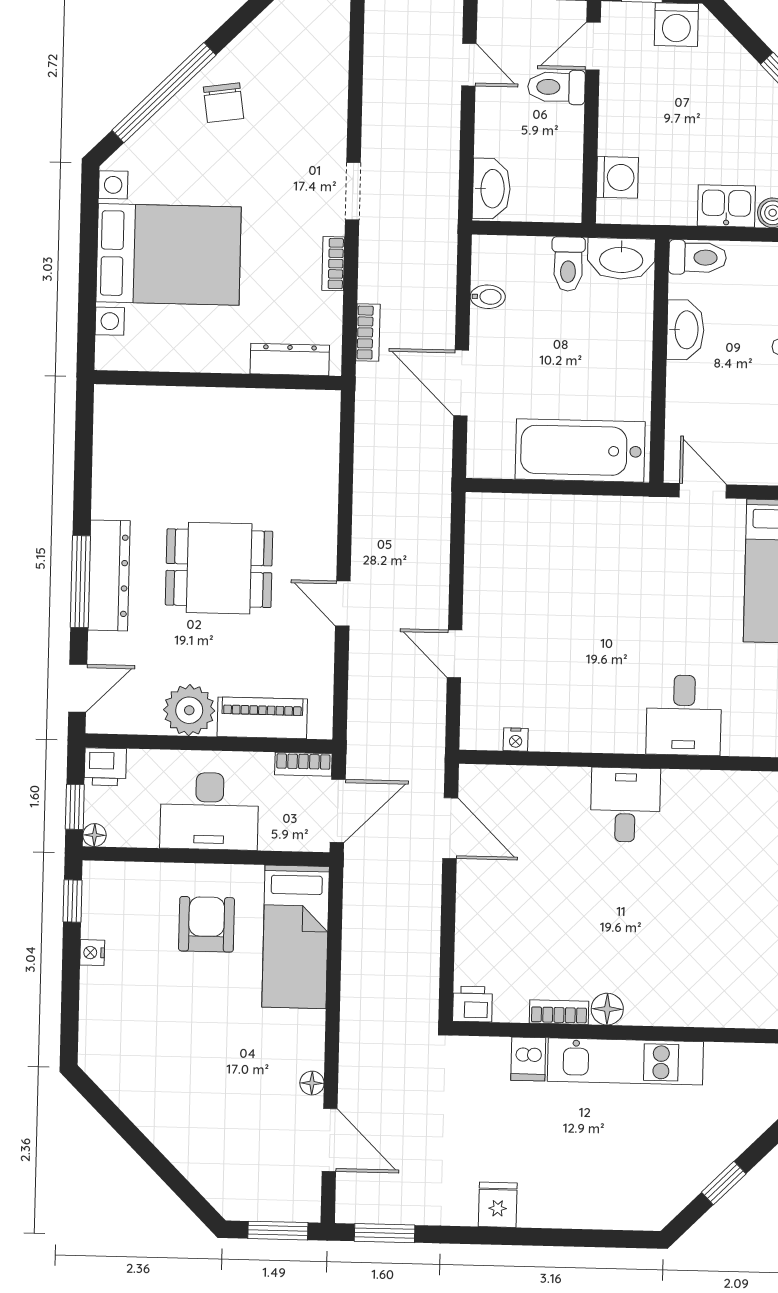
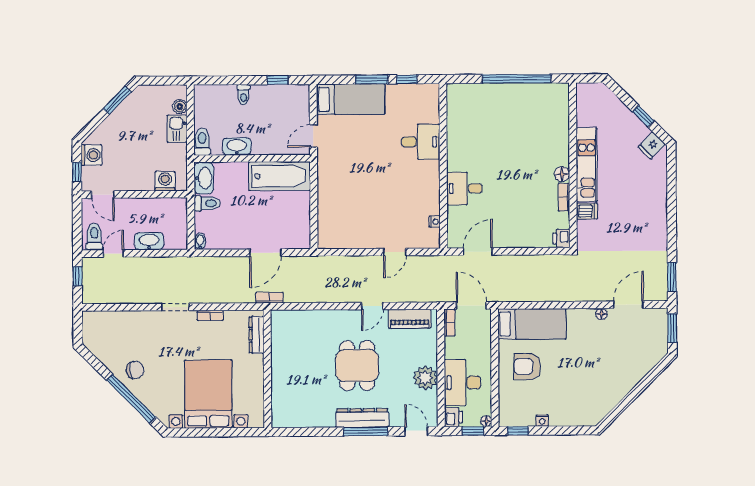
toilet: (556, 87) -> (94, 237), moved, turned 180
washbasin: (491, 189) -> (149, 241), moved
bidet: (488, 297) -> (200, 241), moved
bookcase: (368, 333) -> (269, 298), moved
bathtub: (580, 450) -> (280, 176), moved, turned -90
piano: (262, 718) -> (410, 319), moved, turned -90
desk: (625, 805) -> (464, 188), moved
desk: (209, 811) -> (463, 383), moved, turned 180
fridge: (498, 1205) -> (652, 146), moved, turned -45

